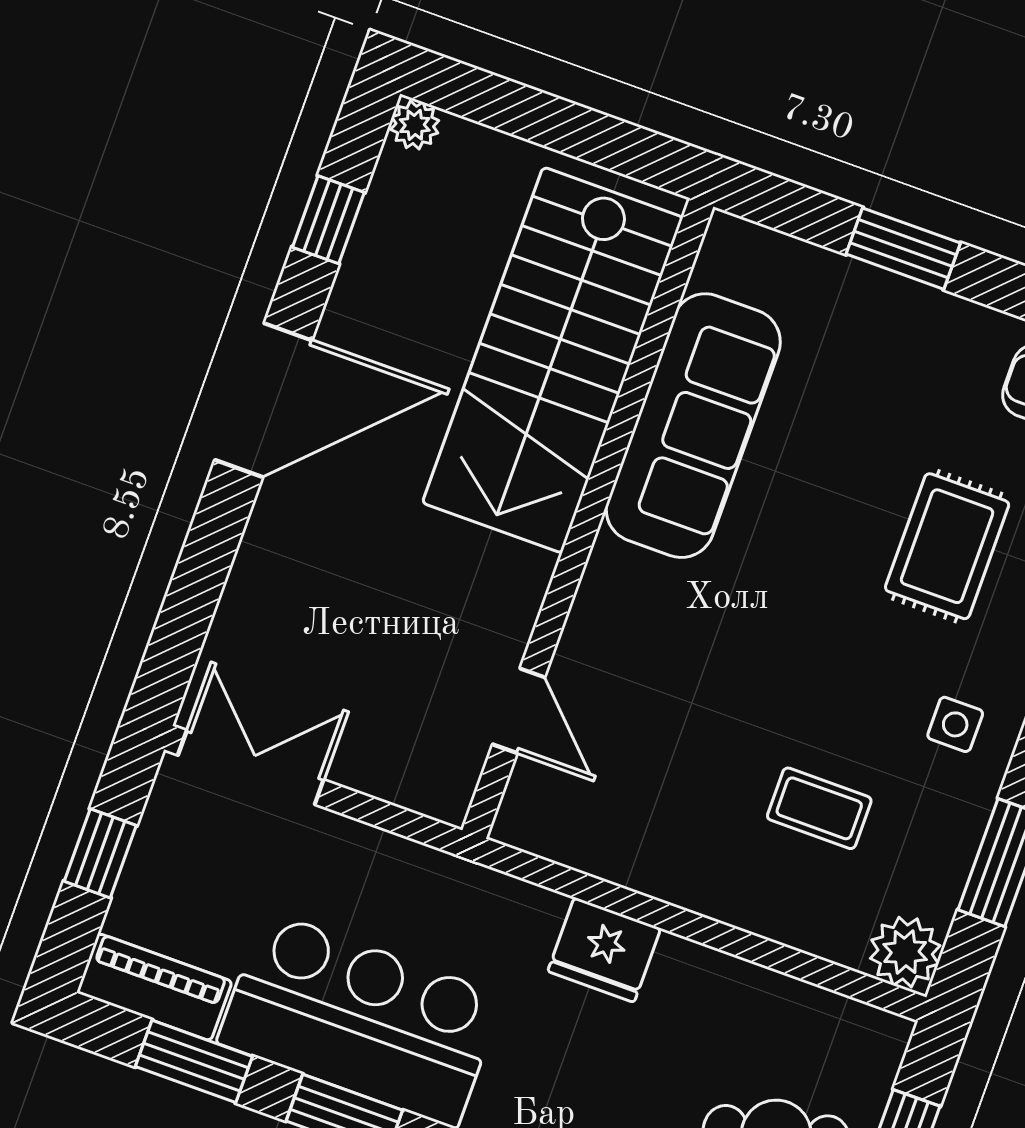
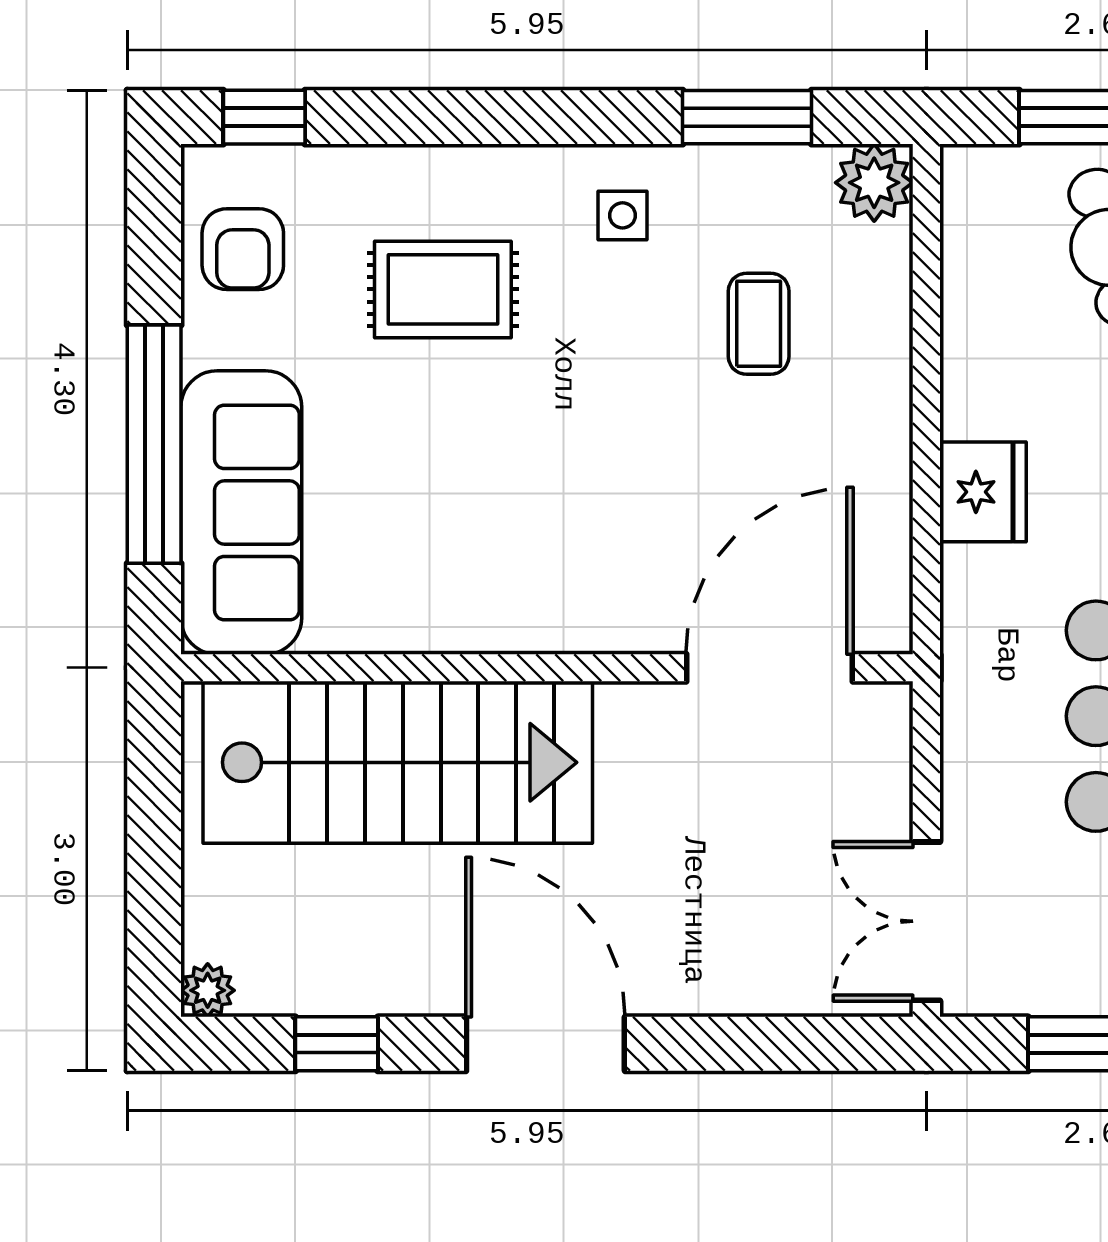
window: (903, 249) -> (154, 444), width x2.11
sofa: (693, 426) -> (241, 513), moved, turned 90
door: (519, 711) -> (769, 668), width x1.87

